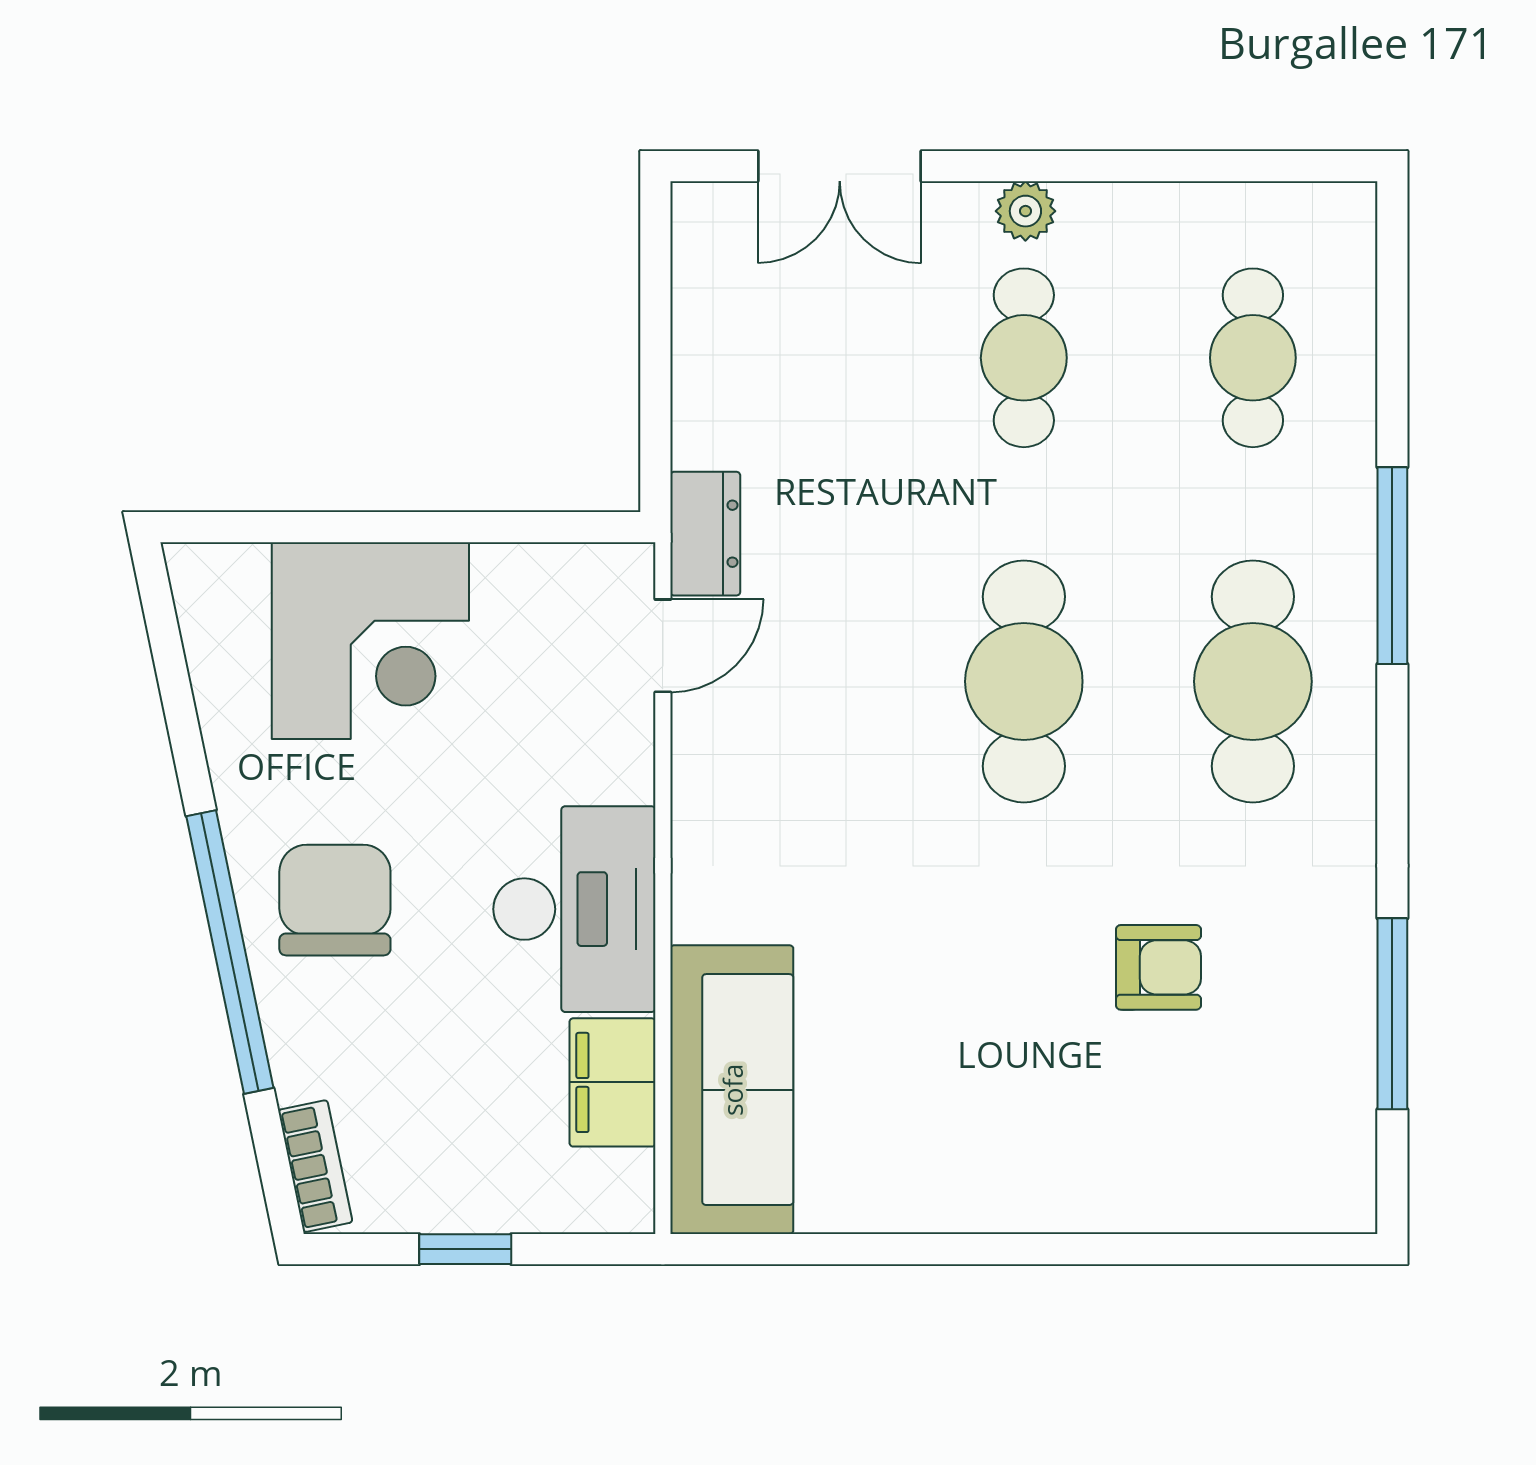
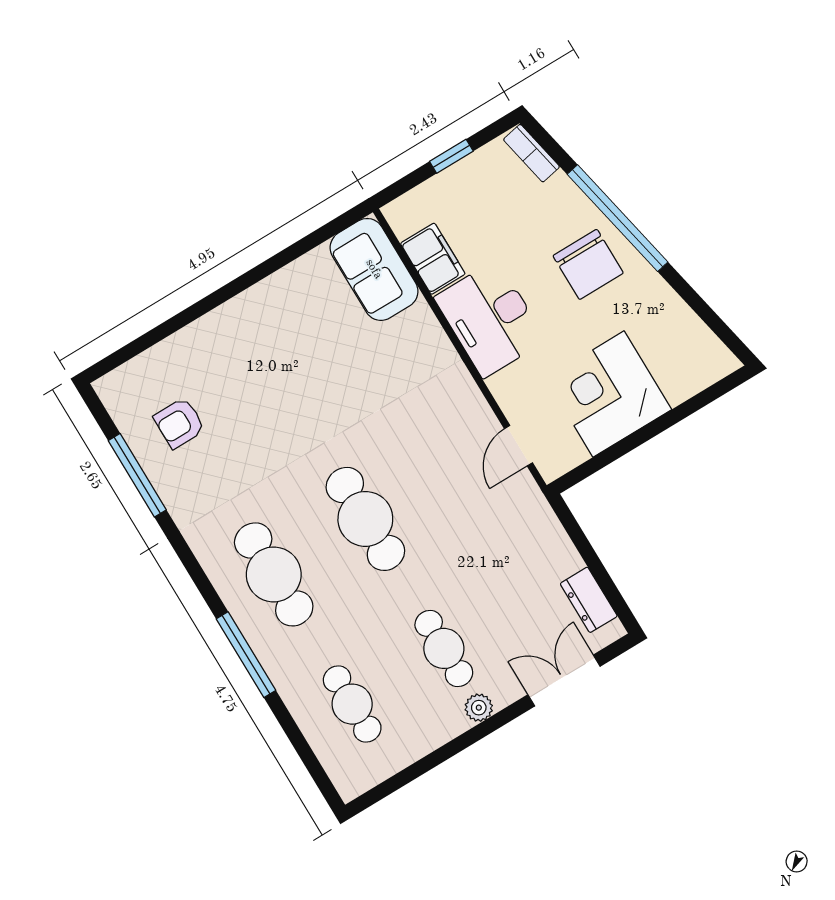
dresser: (705, 534) -> (589, 600), moved
corner desk: (370, 641) -> (609, 394), moved
armchair: (1158, 967) -> (179, 423), moved
sofa: (732, 1090) -> (374, 269), width x0.73

